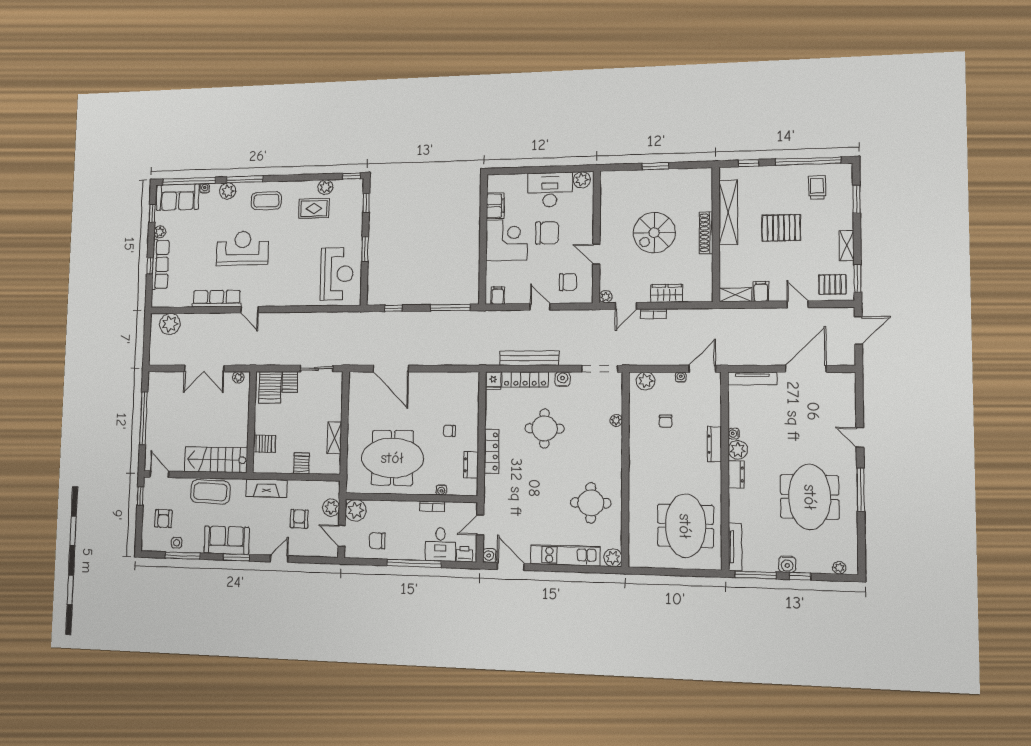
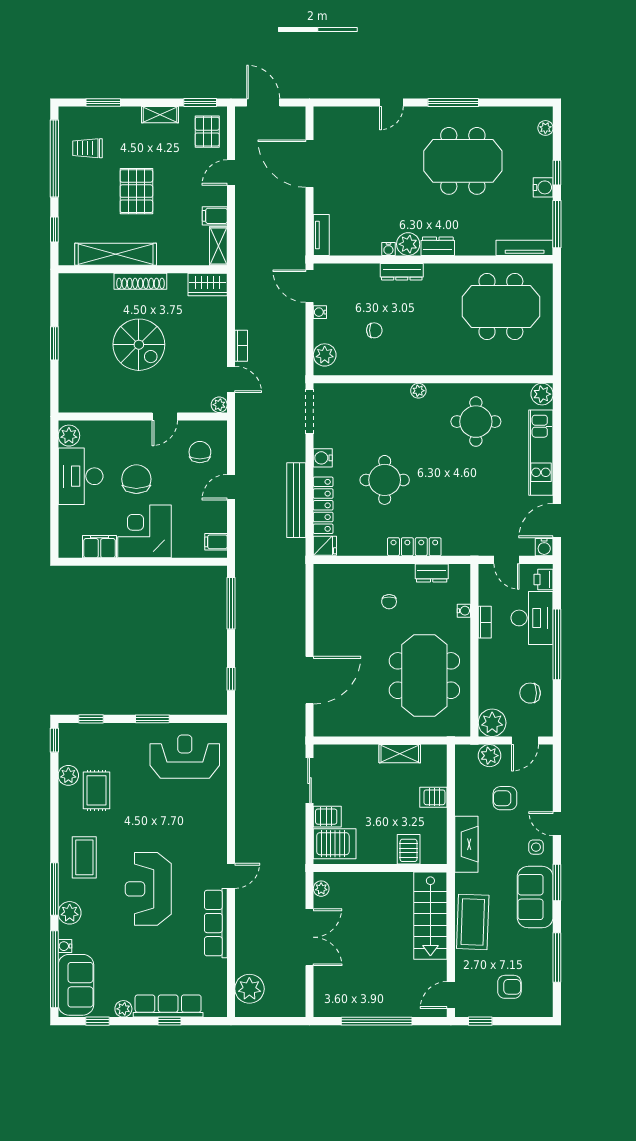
wardrobe: (667, 293) -> (208, 285), moved, turned -90
tv unit: (752, 378) -> (321, 235), width x0.71
plant: (616, 420) -> (418, 391), moved
chair: (377, 541) -> (530, 693), turned 90
side table: (177, 543) -> (536, 847), moved
desk: (440, 544) -> (532, 618), width x1.37

